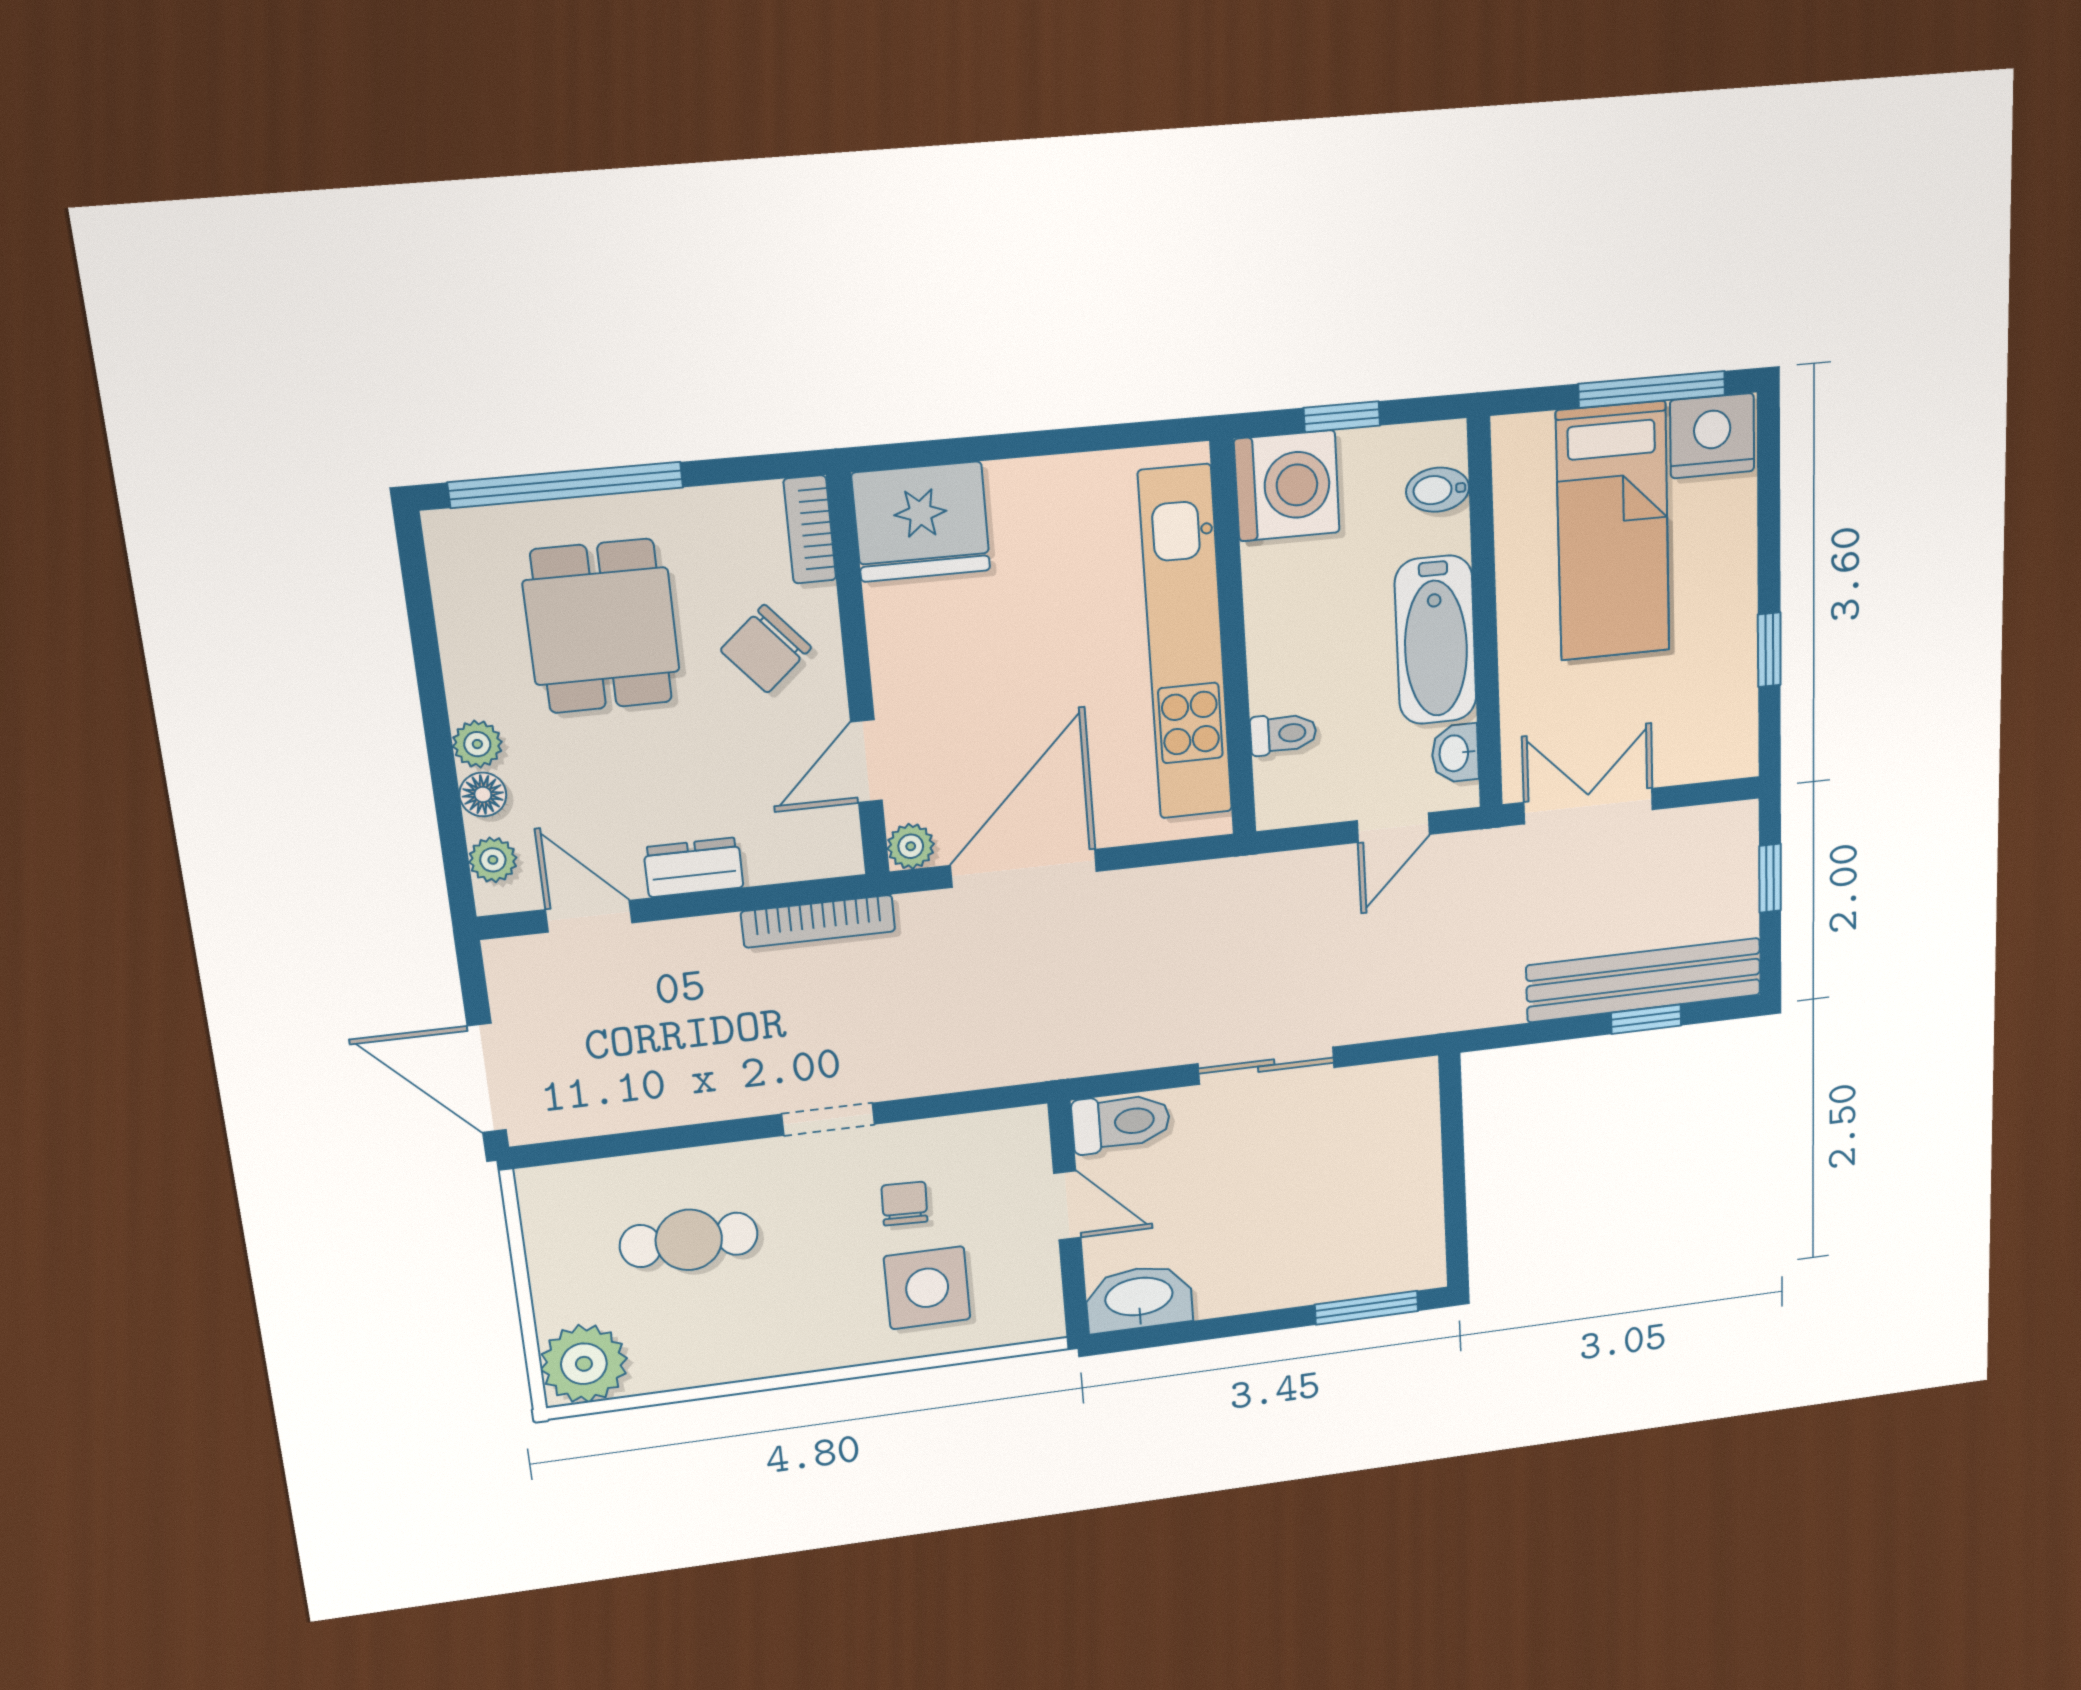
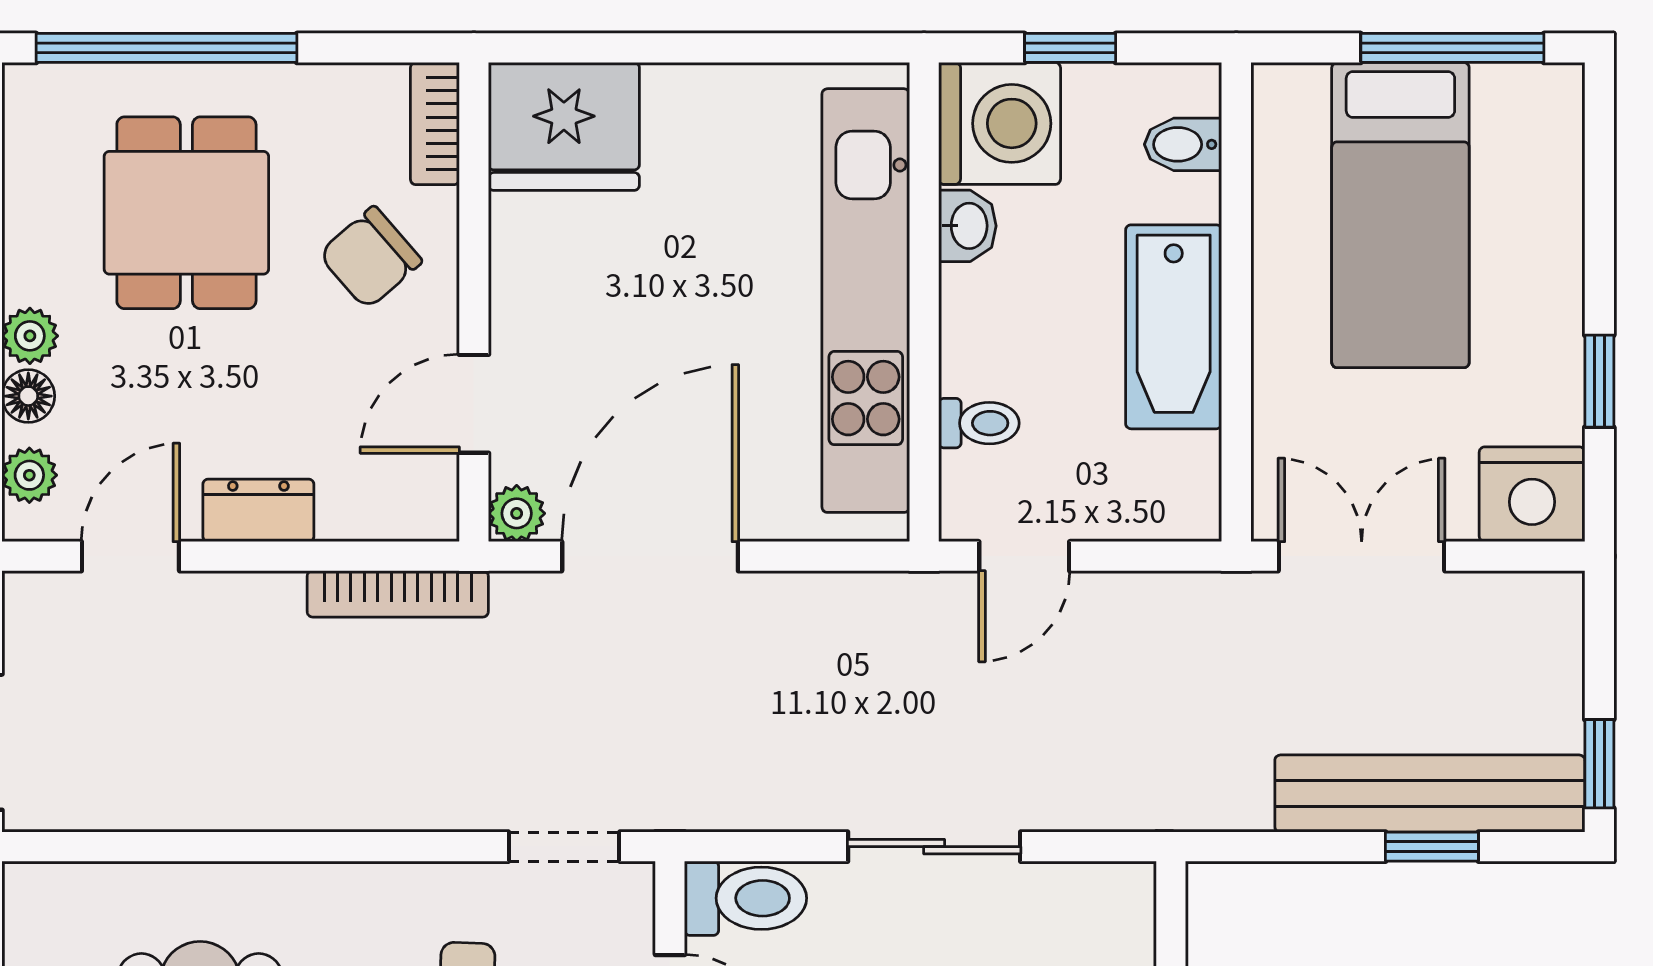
nightstand: (1712, 436) -> (1532, 494), moved, turned 180
washbasin: (1455, 753) -> (967, 226), moved, turned 180
door: (1393, 828) -> (1024, 556), moved
window: (1770, 878) -> (1599, 764), moved
door: (589, 916) -> (130, 556), hinge flipped
doorway: (828, 1119) -> (564, 847), moved

